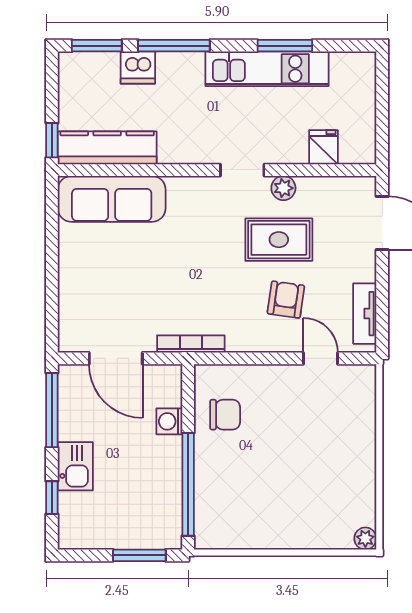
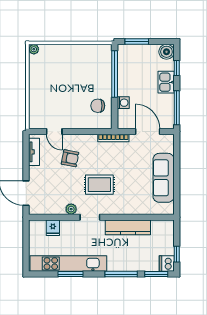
dishwasher: (138, 68) -> (167, 264), moved, turned -90
kitchen unit: (267, 69) -> (68, 264), width x1.36
window: (52, 140) -> (177, 254), moved
kitchen counter: (107, 148) -> (128, 227), moved
sofa: (112, 199) -> (164, 178), moved, turned -90
rug: (279, 240) -> (99, 185), moved
armchair: (286, 300) -> (70, 158), turned -87
boiler: (74, 533) -> (166, 52), added

